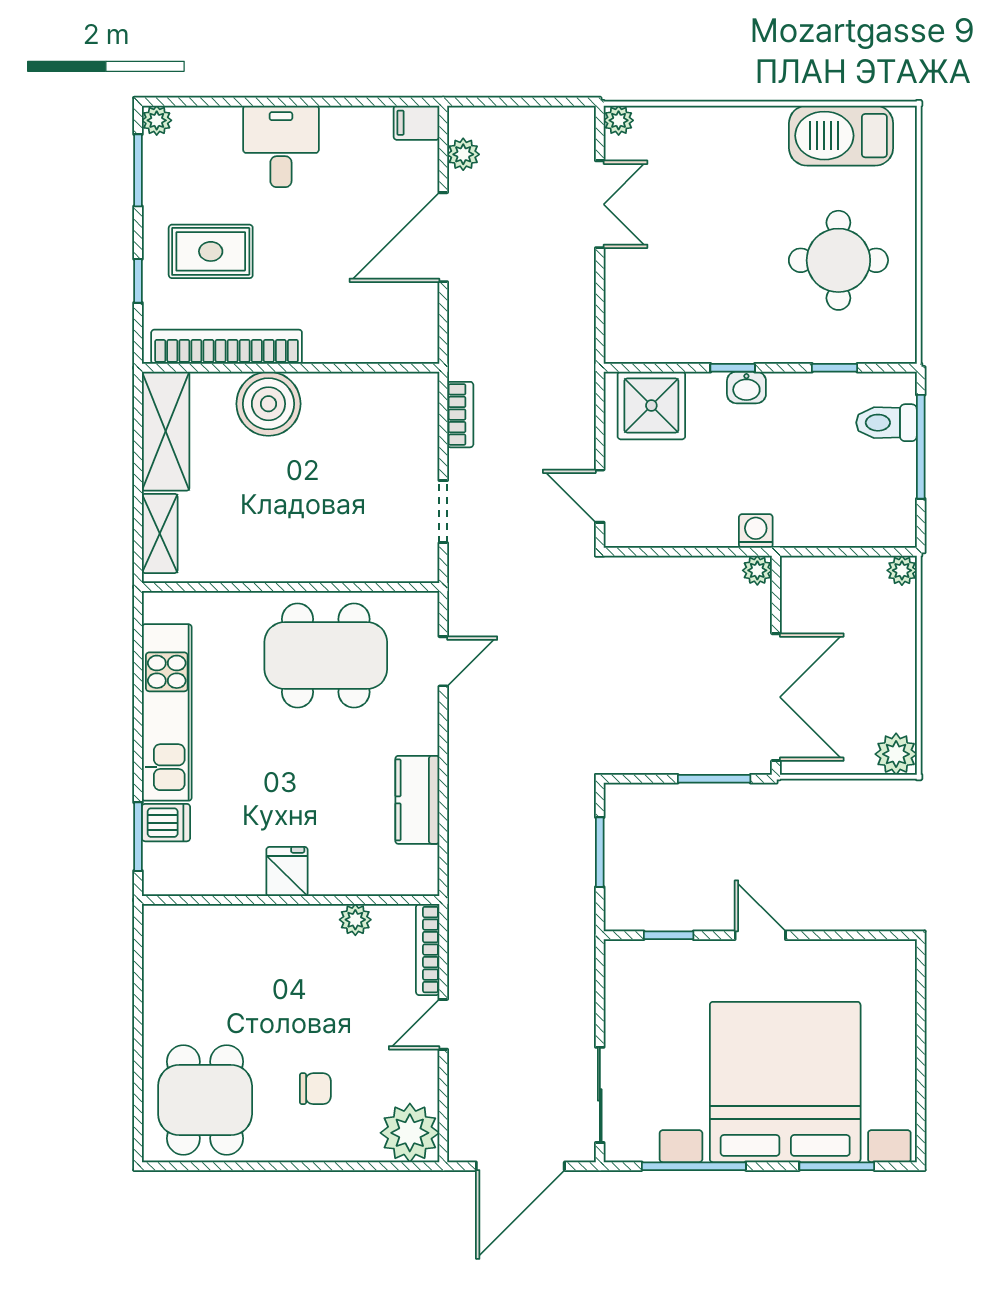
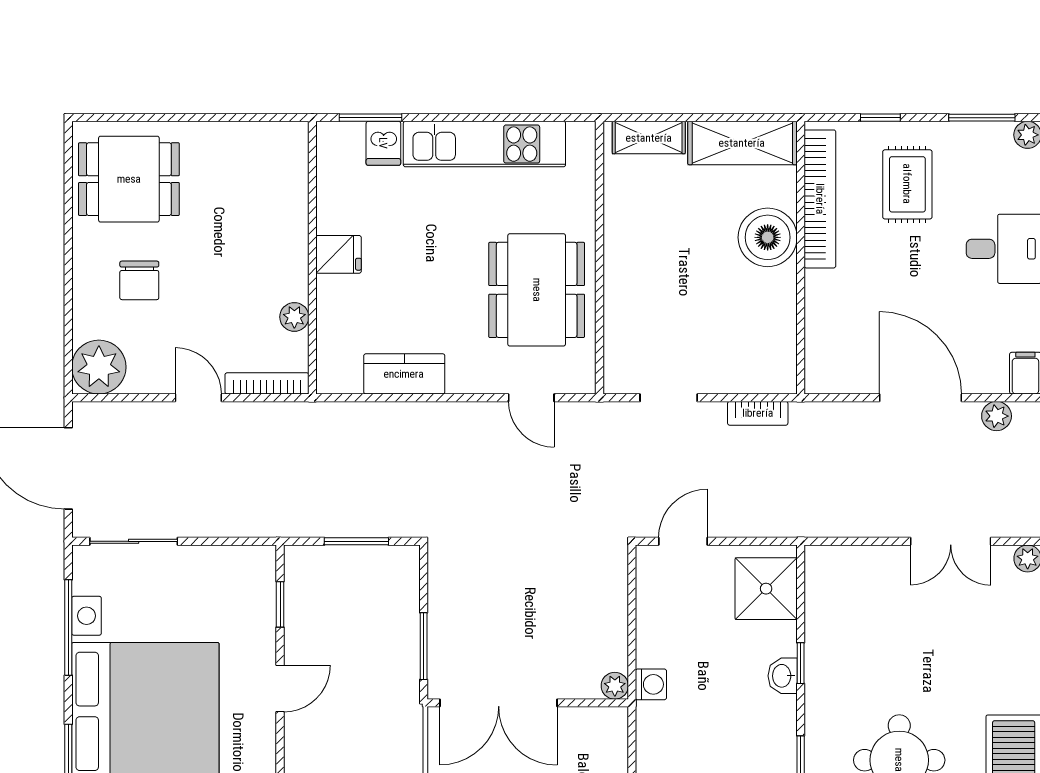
chair: (315, 1089) -> (139, 280), width x1.37, depth x1.37

